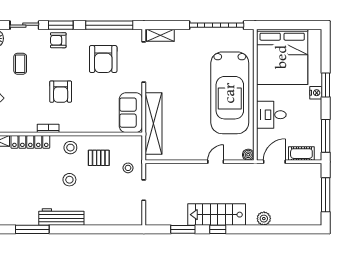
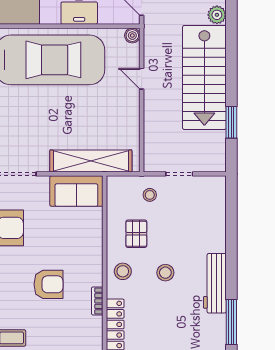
stairs: (217, 215) -> (204, 77), width x1.36, depth x1.51
window: (218, 229) -> (231, 76), removed

